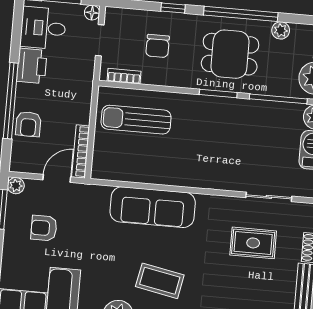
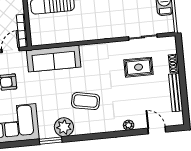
sofa: (153, 207) -> (54, 59), moved

